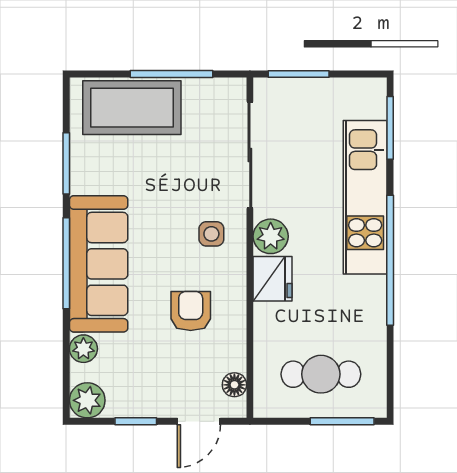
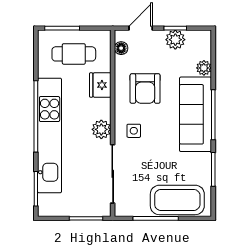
kitchen unit: (365, 197) -> (50, 135), width x1.36
fridge: (273, 279) -> (100, 85), moved
armchair: (191, 311) -> (145, 89), width x1.38, depth x1.38
plant: (87, 400) -> (175, 40), moved

